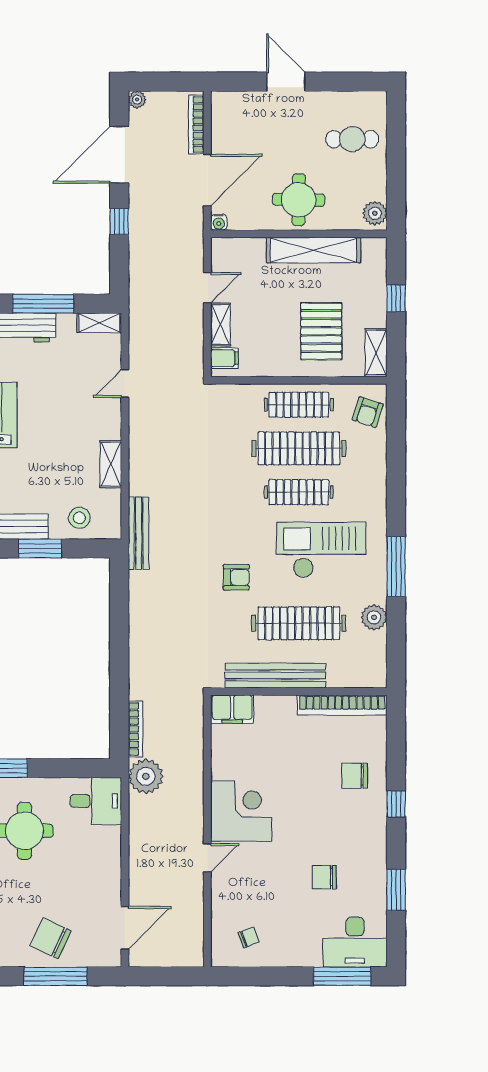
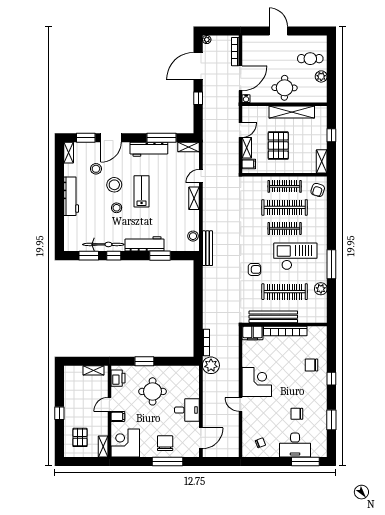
plant: (375, 213) -> (321, 76), moved
pallet: (321, 331) -> (278, 146), moved
shelving: (111, 464) -> (194, 198), moved
stool: (79, 518) -> (193, 236), moved
bookcase: (342, 705) -> (285, 331), moved
desk: (96, 801) -> (187, 410), moved
door: (207, 858) -> (241, 404), swing flipped
chair: (51, 938) -> (165, 443), turned 65
desk: (355, 942) -> (295, 445), moved

